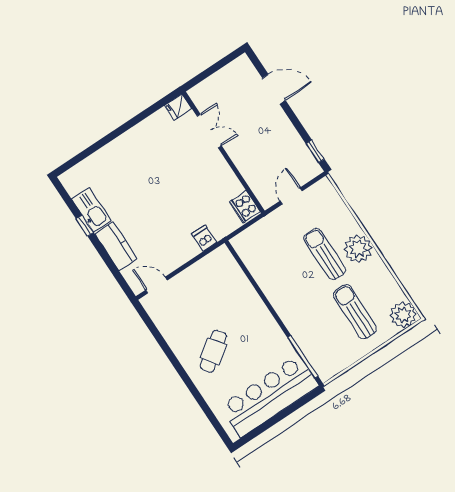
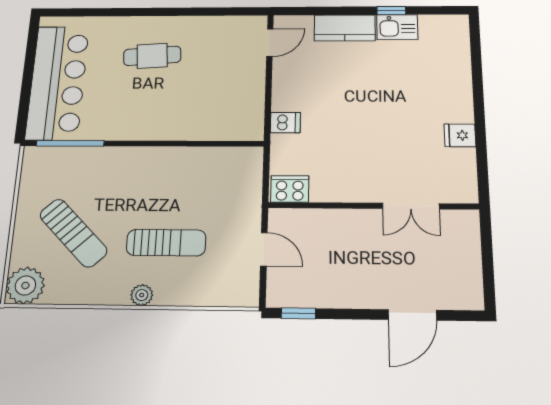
fridge: (178, 107) -> (460, 135), moved, turned -90
kitchen sink: (91, 210) -> (397, 27), width x0.73
plant: (358, 249) -> (142, 295), width x0.53, depth x0.53
sun lounger: (355, 312) -> (73, 233), turned 45
cafe table: (213, 351) -> (152, 56), turned -58

